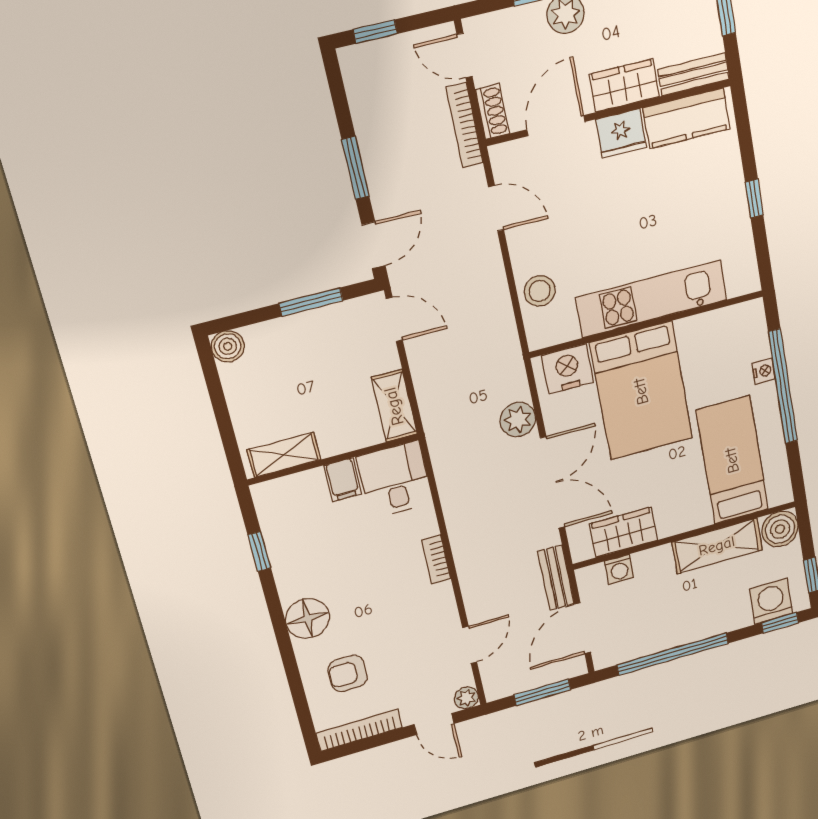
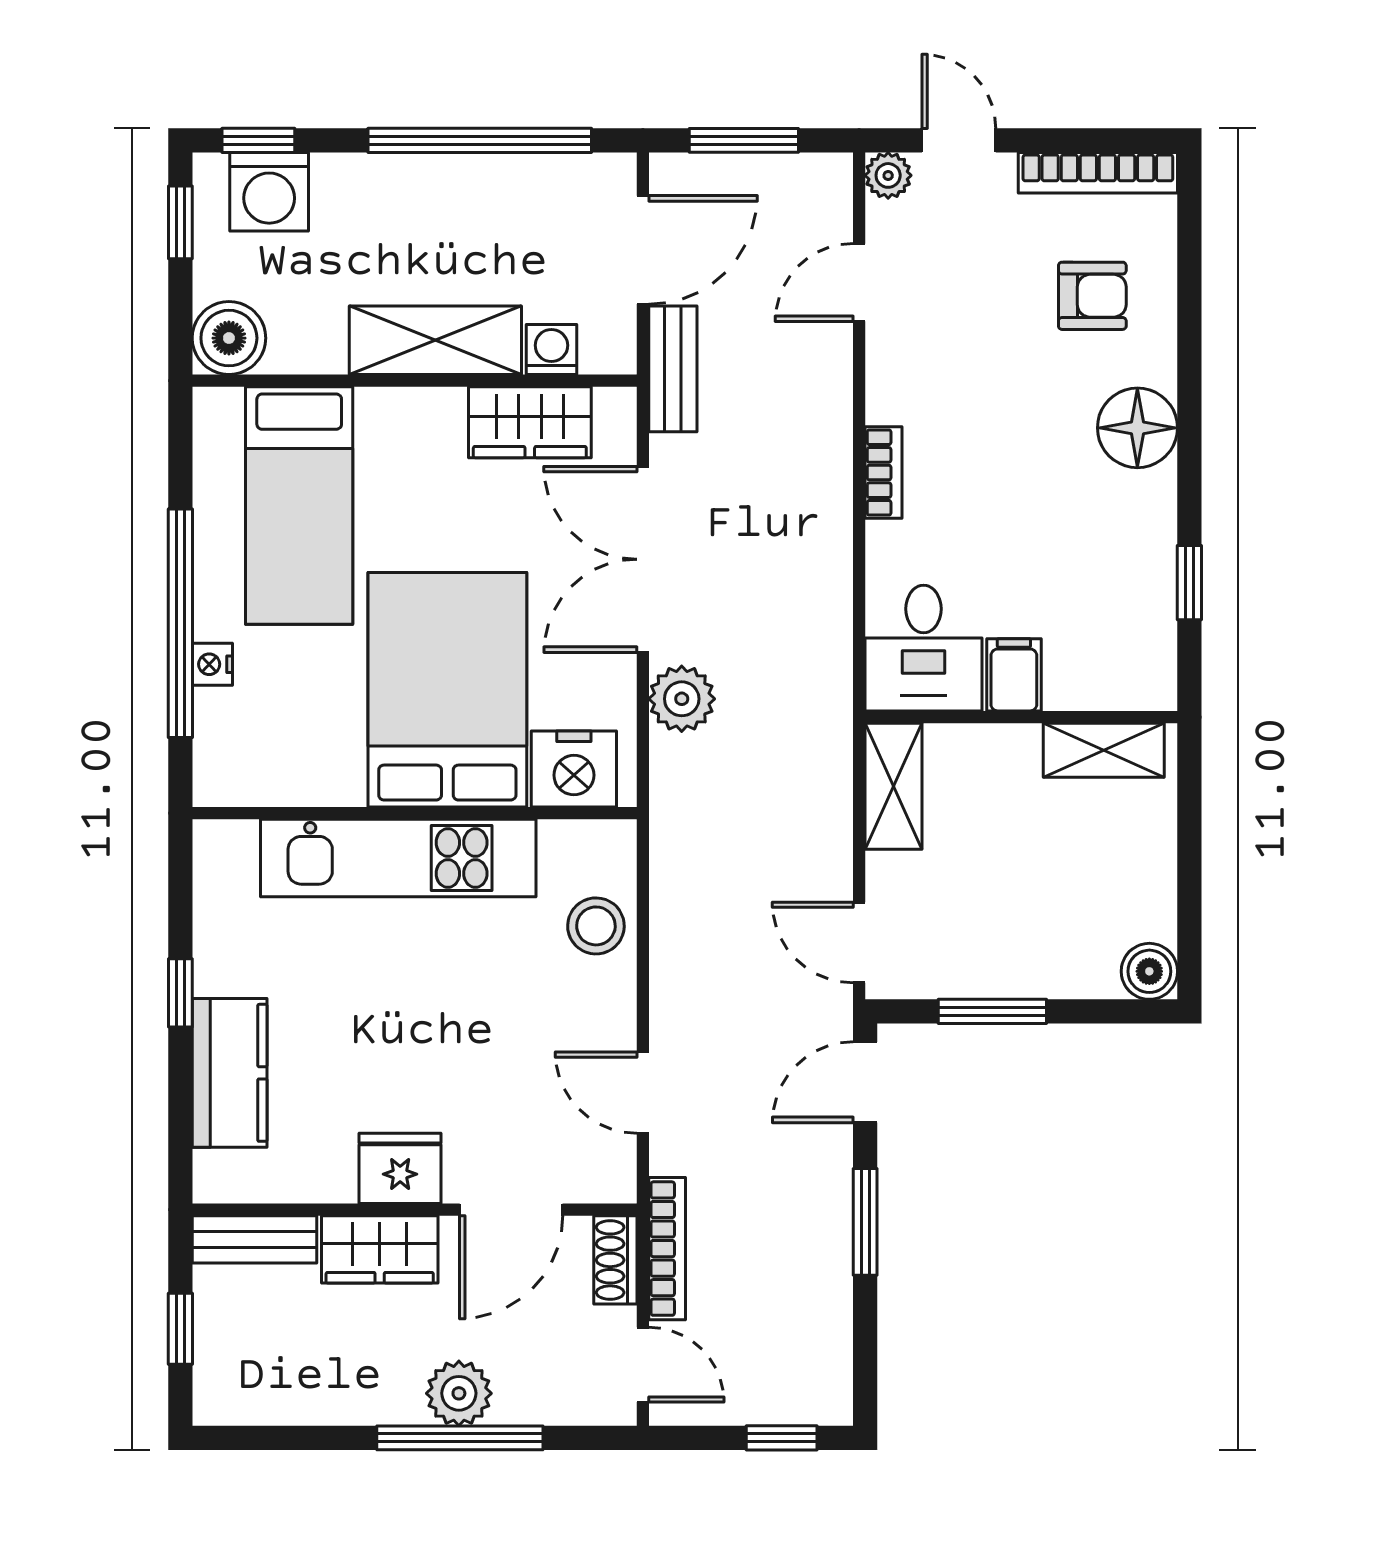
kitchen counter: (687, 118) -> (230, 1073), moved, turned 90
shelving: (717, 546) -> (435, 340), moved

